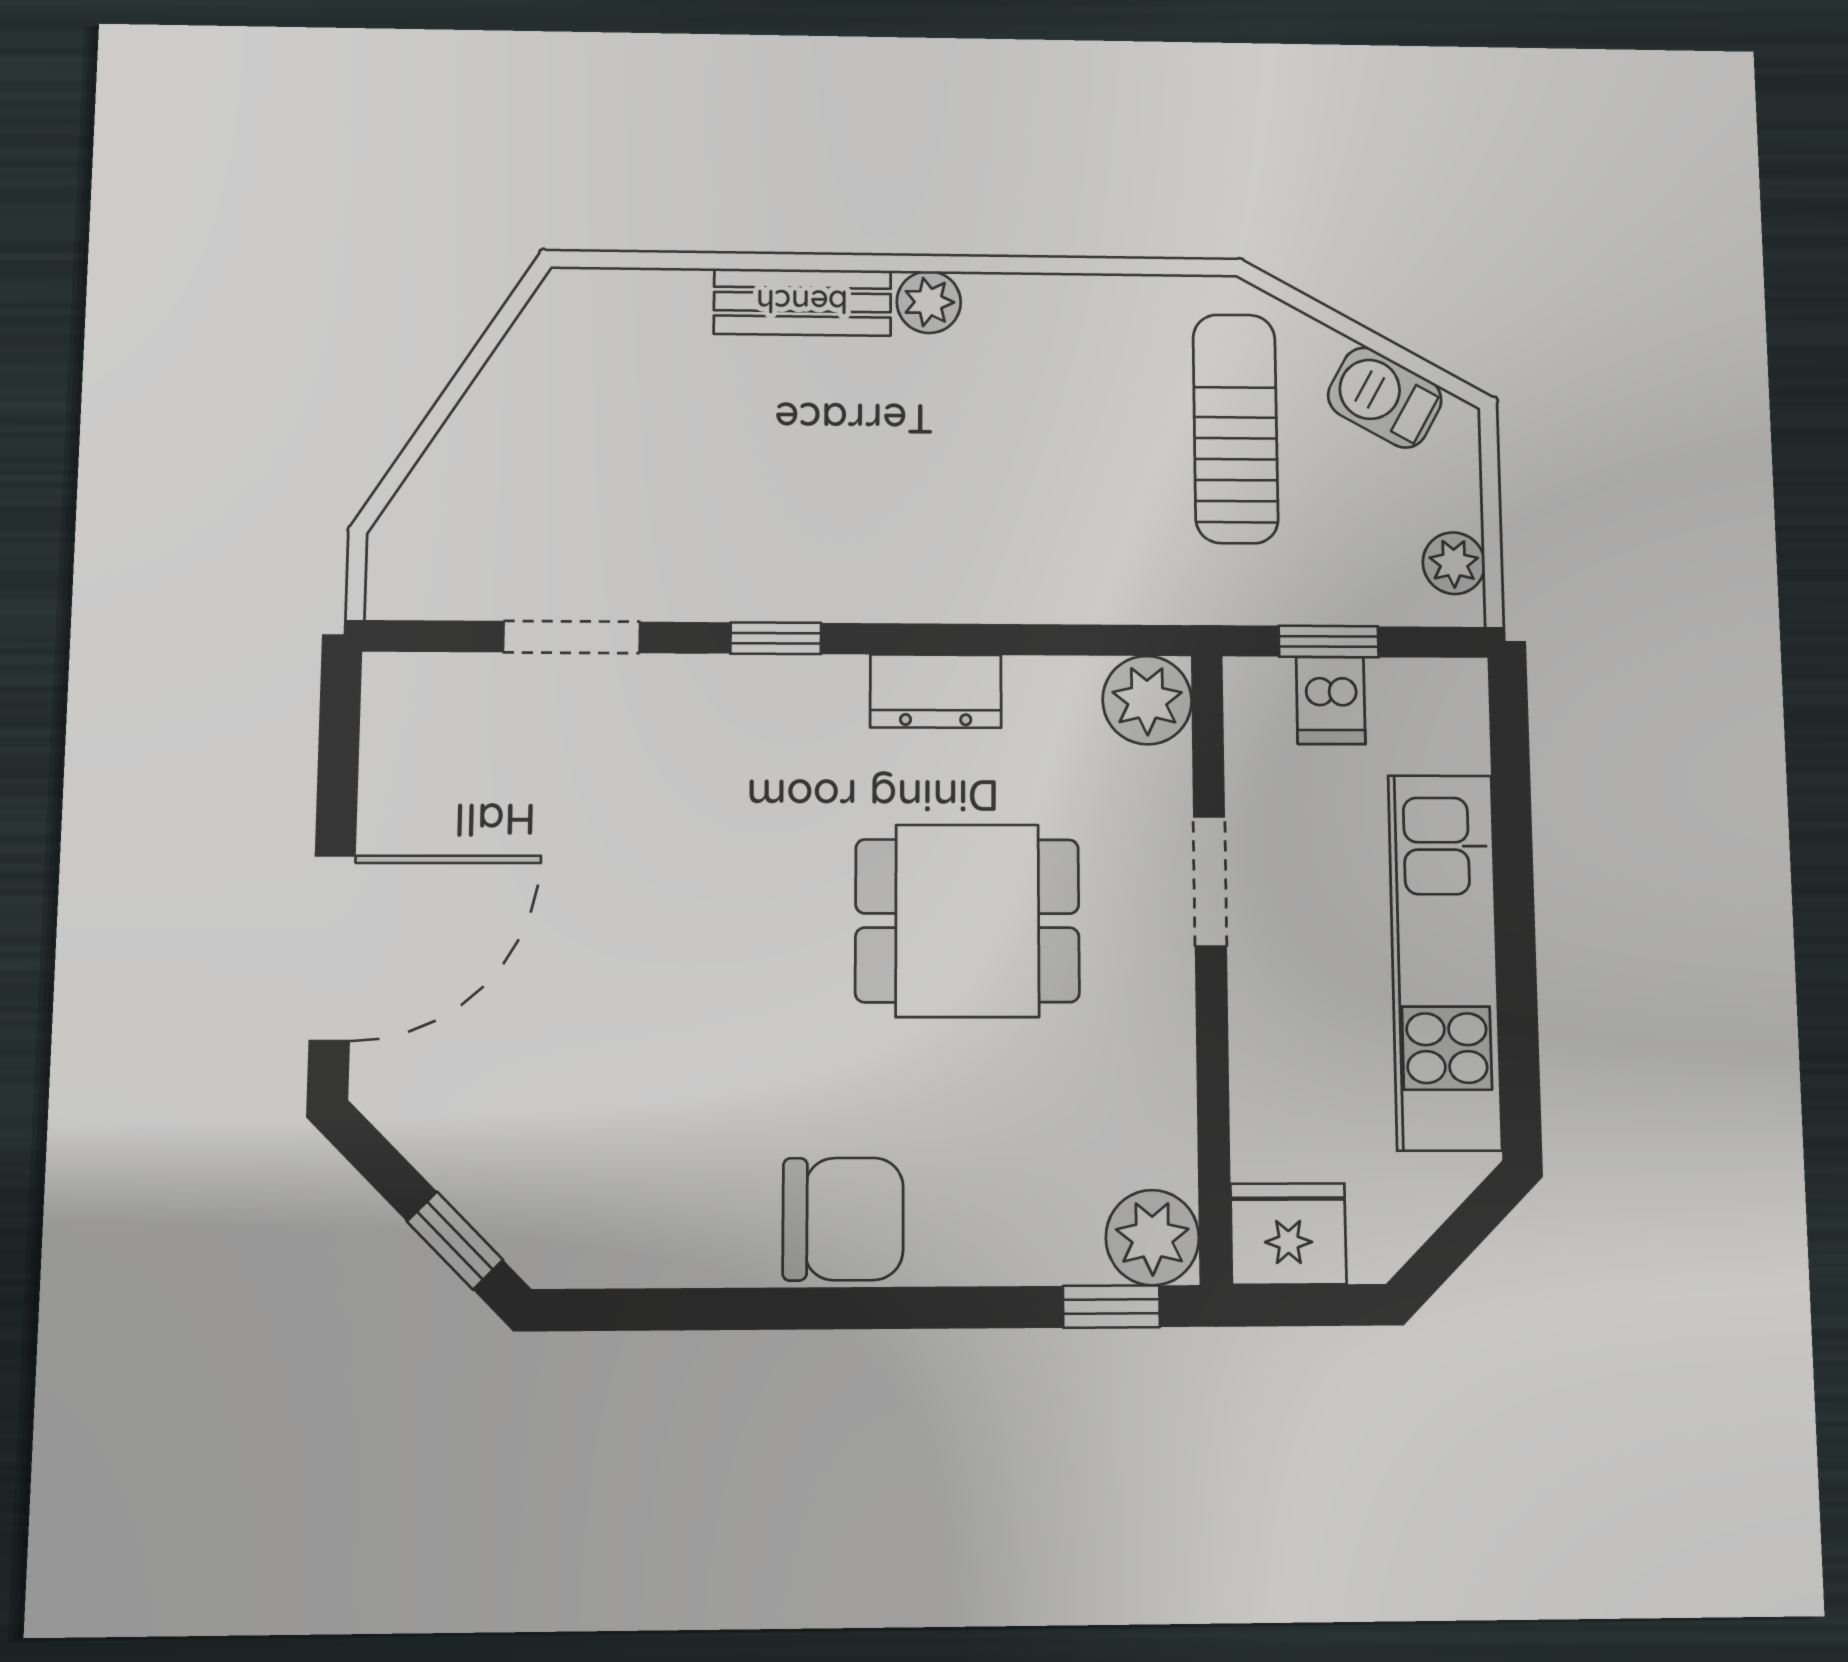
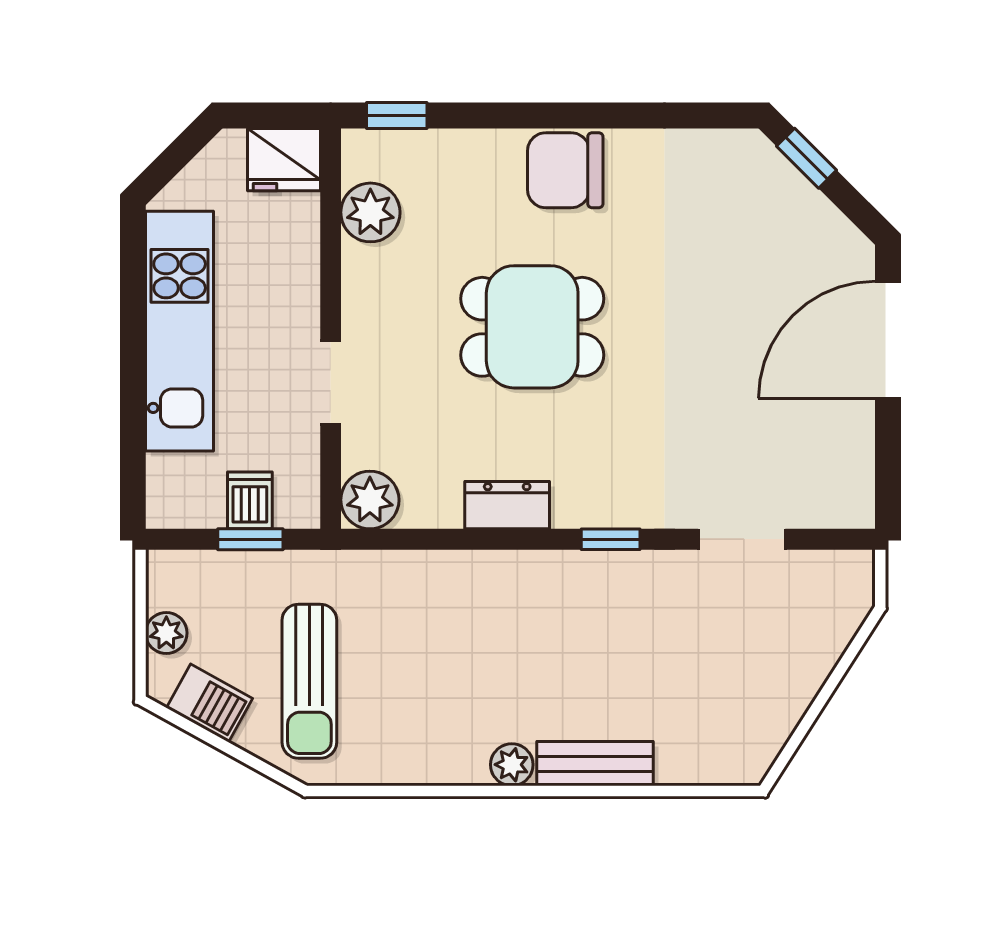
plant: (1454, 563) -> (166, 633), moved
dining table: (967, 921) -> (532, 327), moved
plant: (1152, 1238) -> (370, 212), moved

